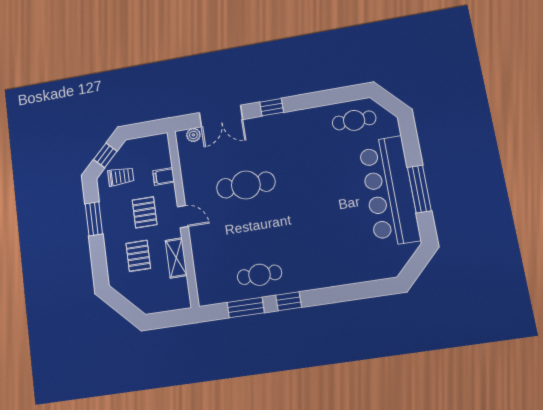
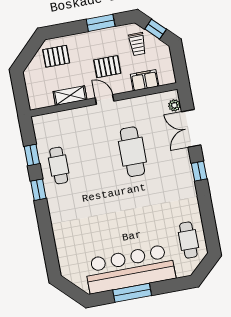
filing cabinet: (164, 176) -> (145, 80), width x2.00
door: (183, 217) -> (105, 100), swing flipped
pallet: (138, 256) -> (56, 56), moved
window: (246, 308) -> (32, 155), width x0.67

